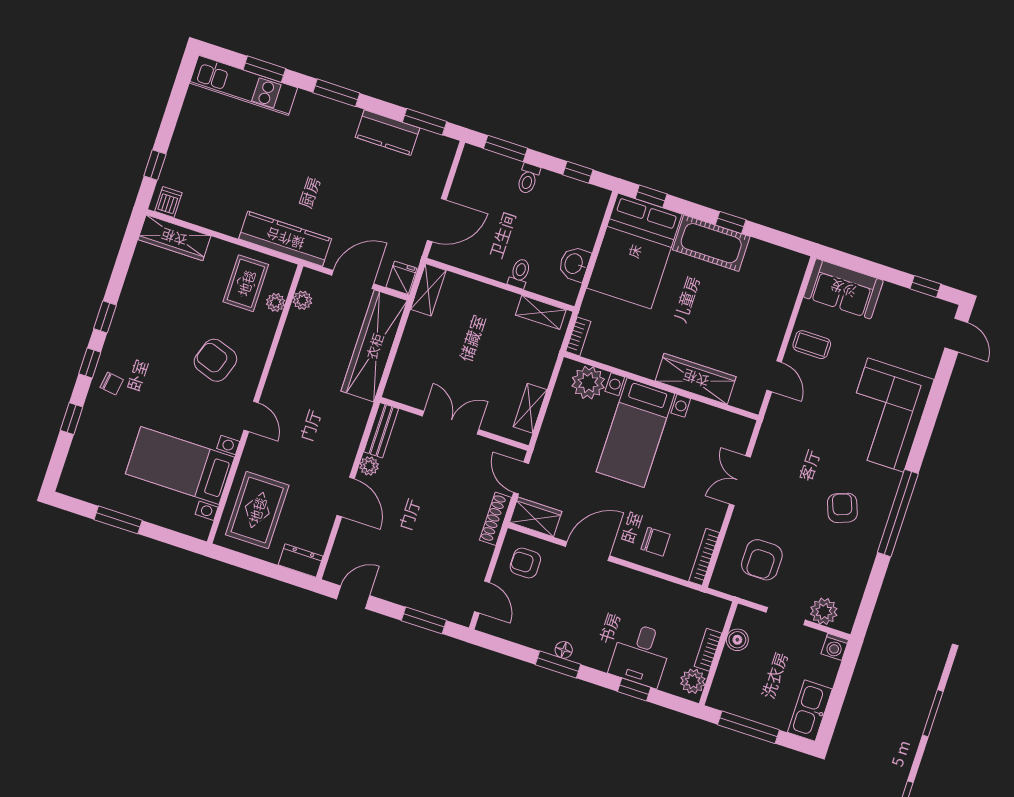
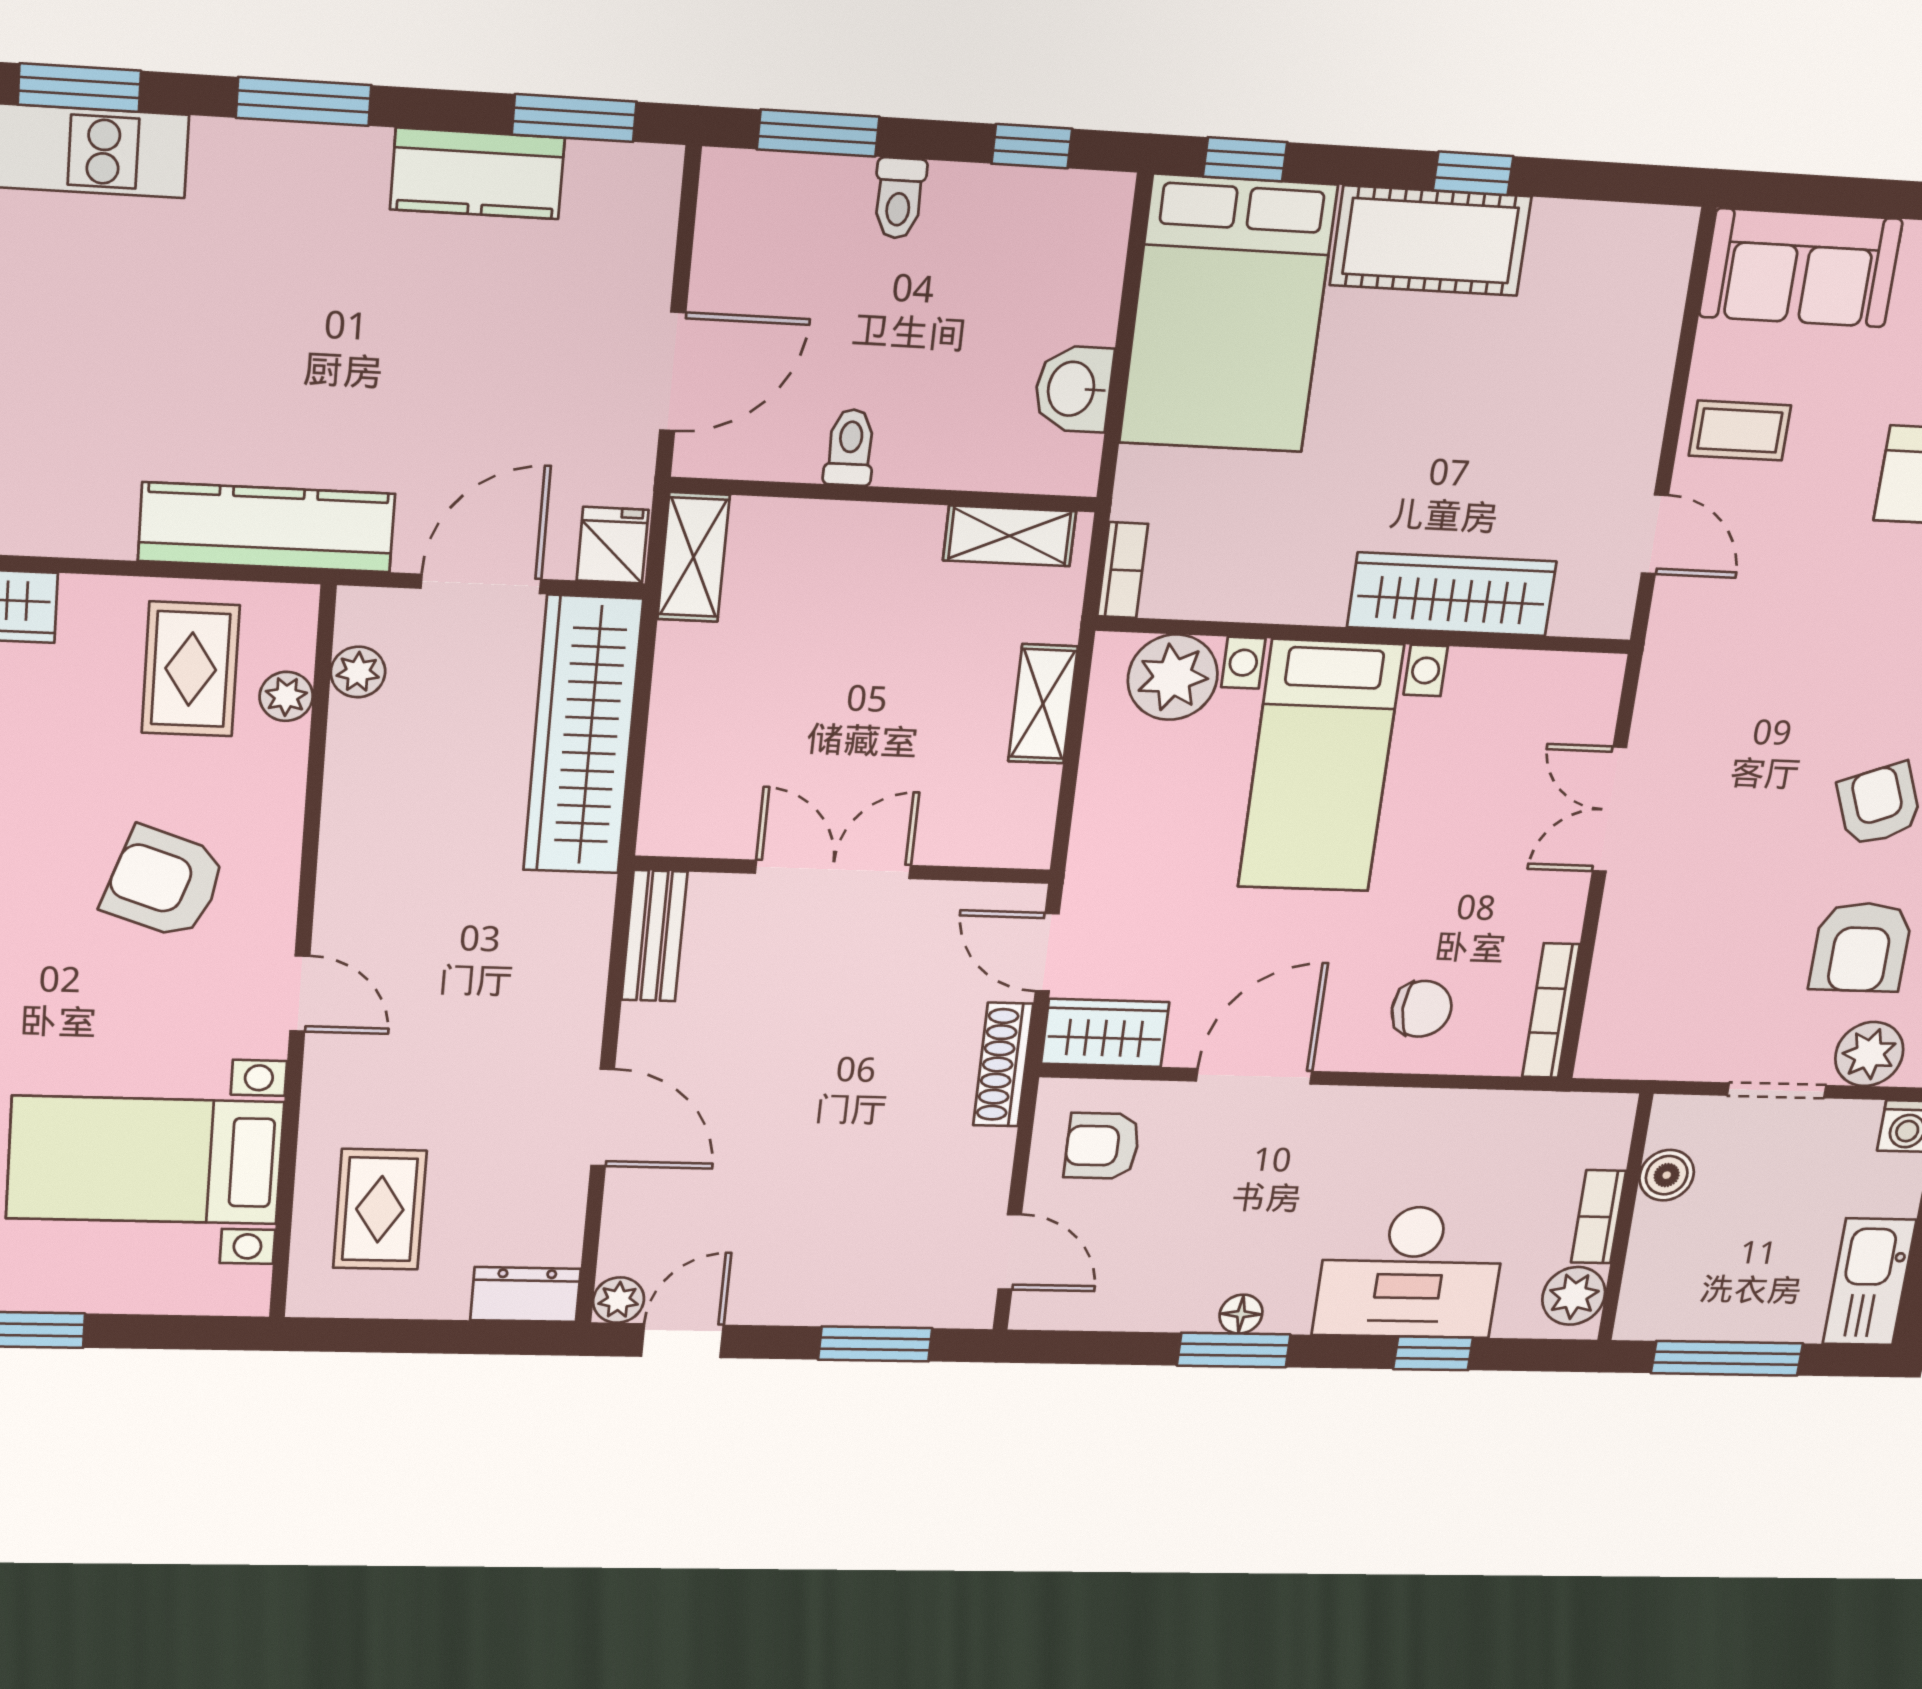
toilet: (520, 273) -> (850, 447), moved
shelving: (530, 408) -> (1043, 704), moved
plant: (369, 466) -> (619, 1300), moved
rug: (257, 510) -> (380, 1209), width x0.73, depth x0.70
armchair: (762, 560) -> (1861, 947), moved
desk: (641, 655) -> (1410, 1272), width x1.37

